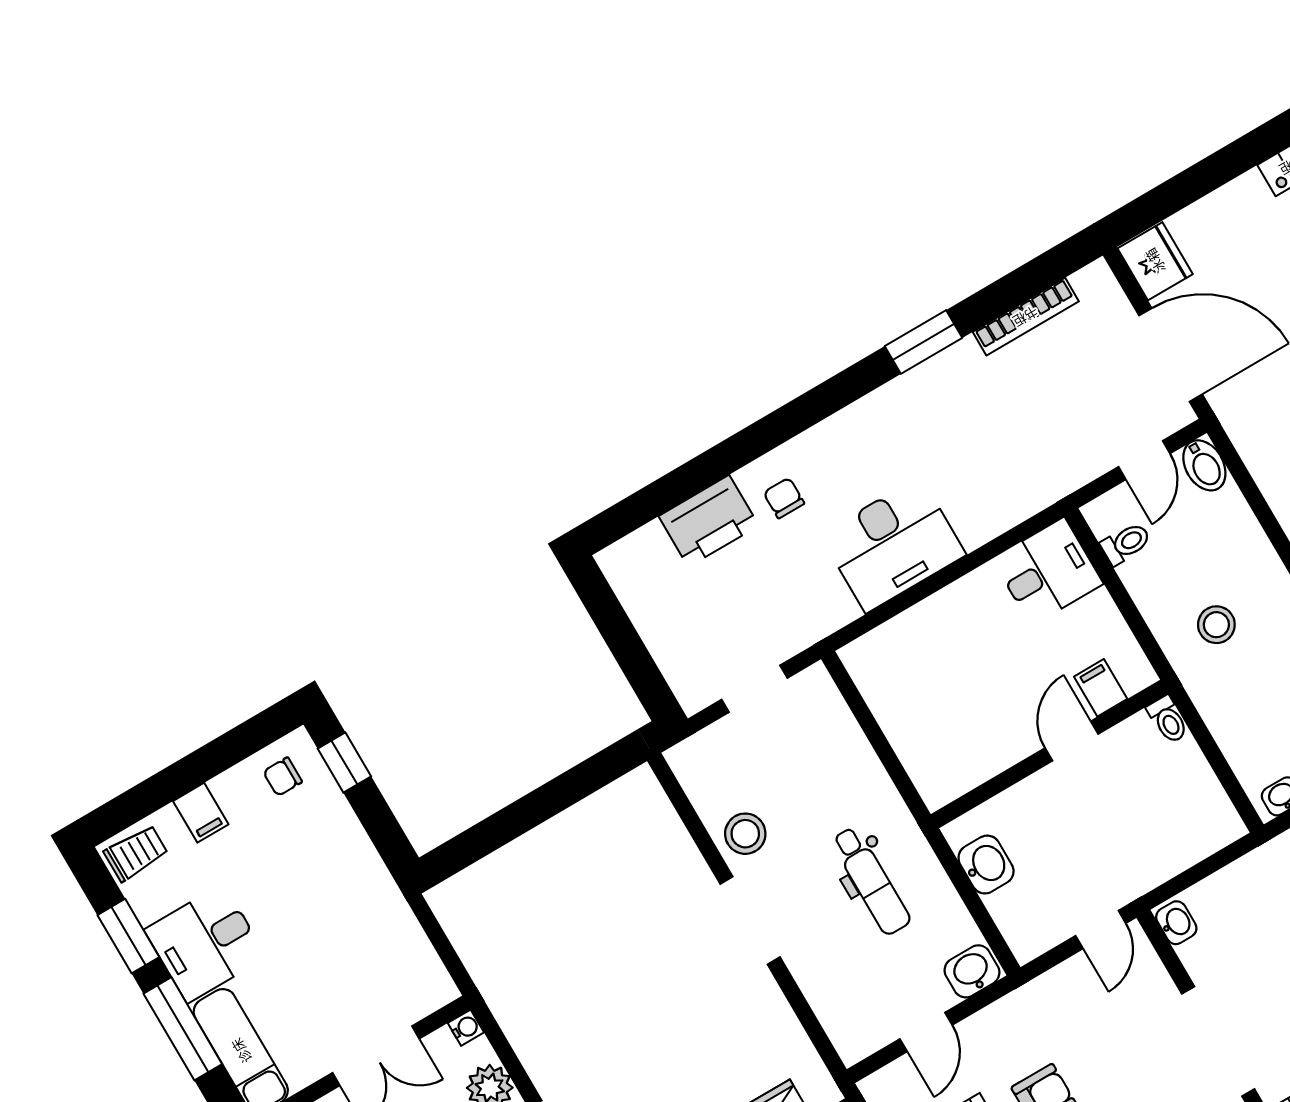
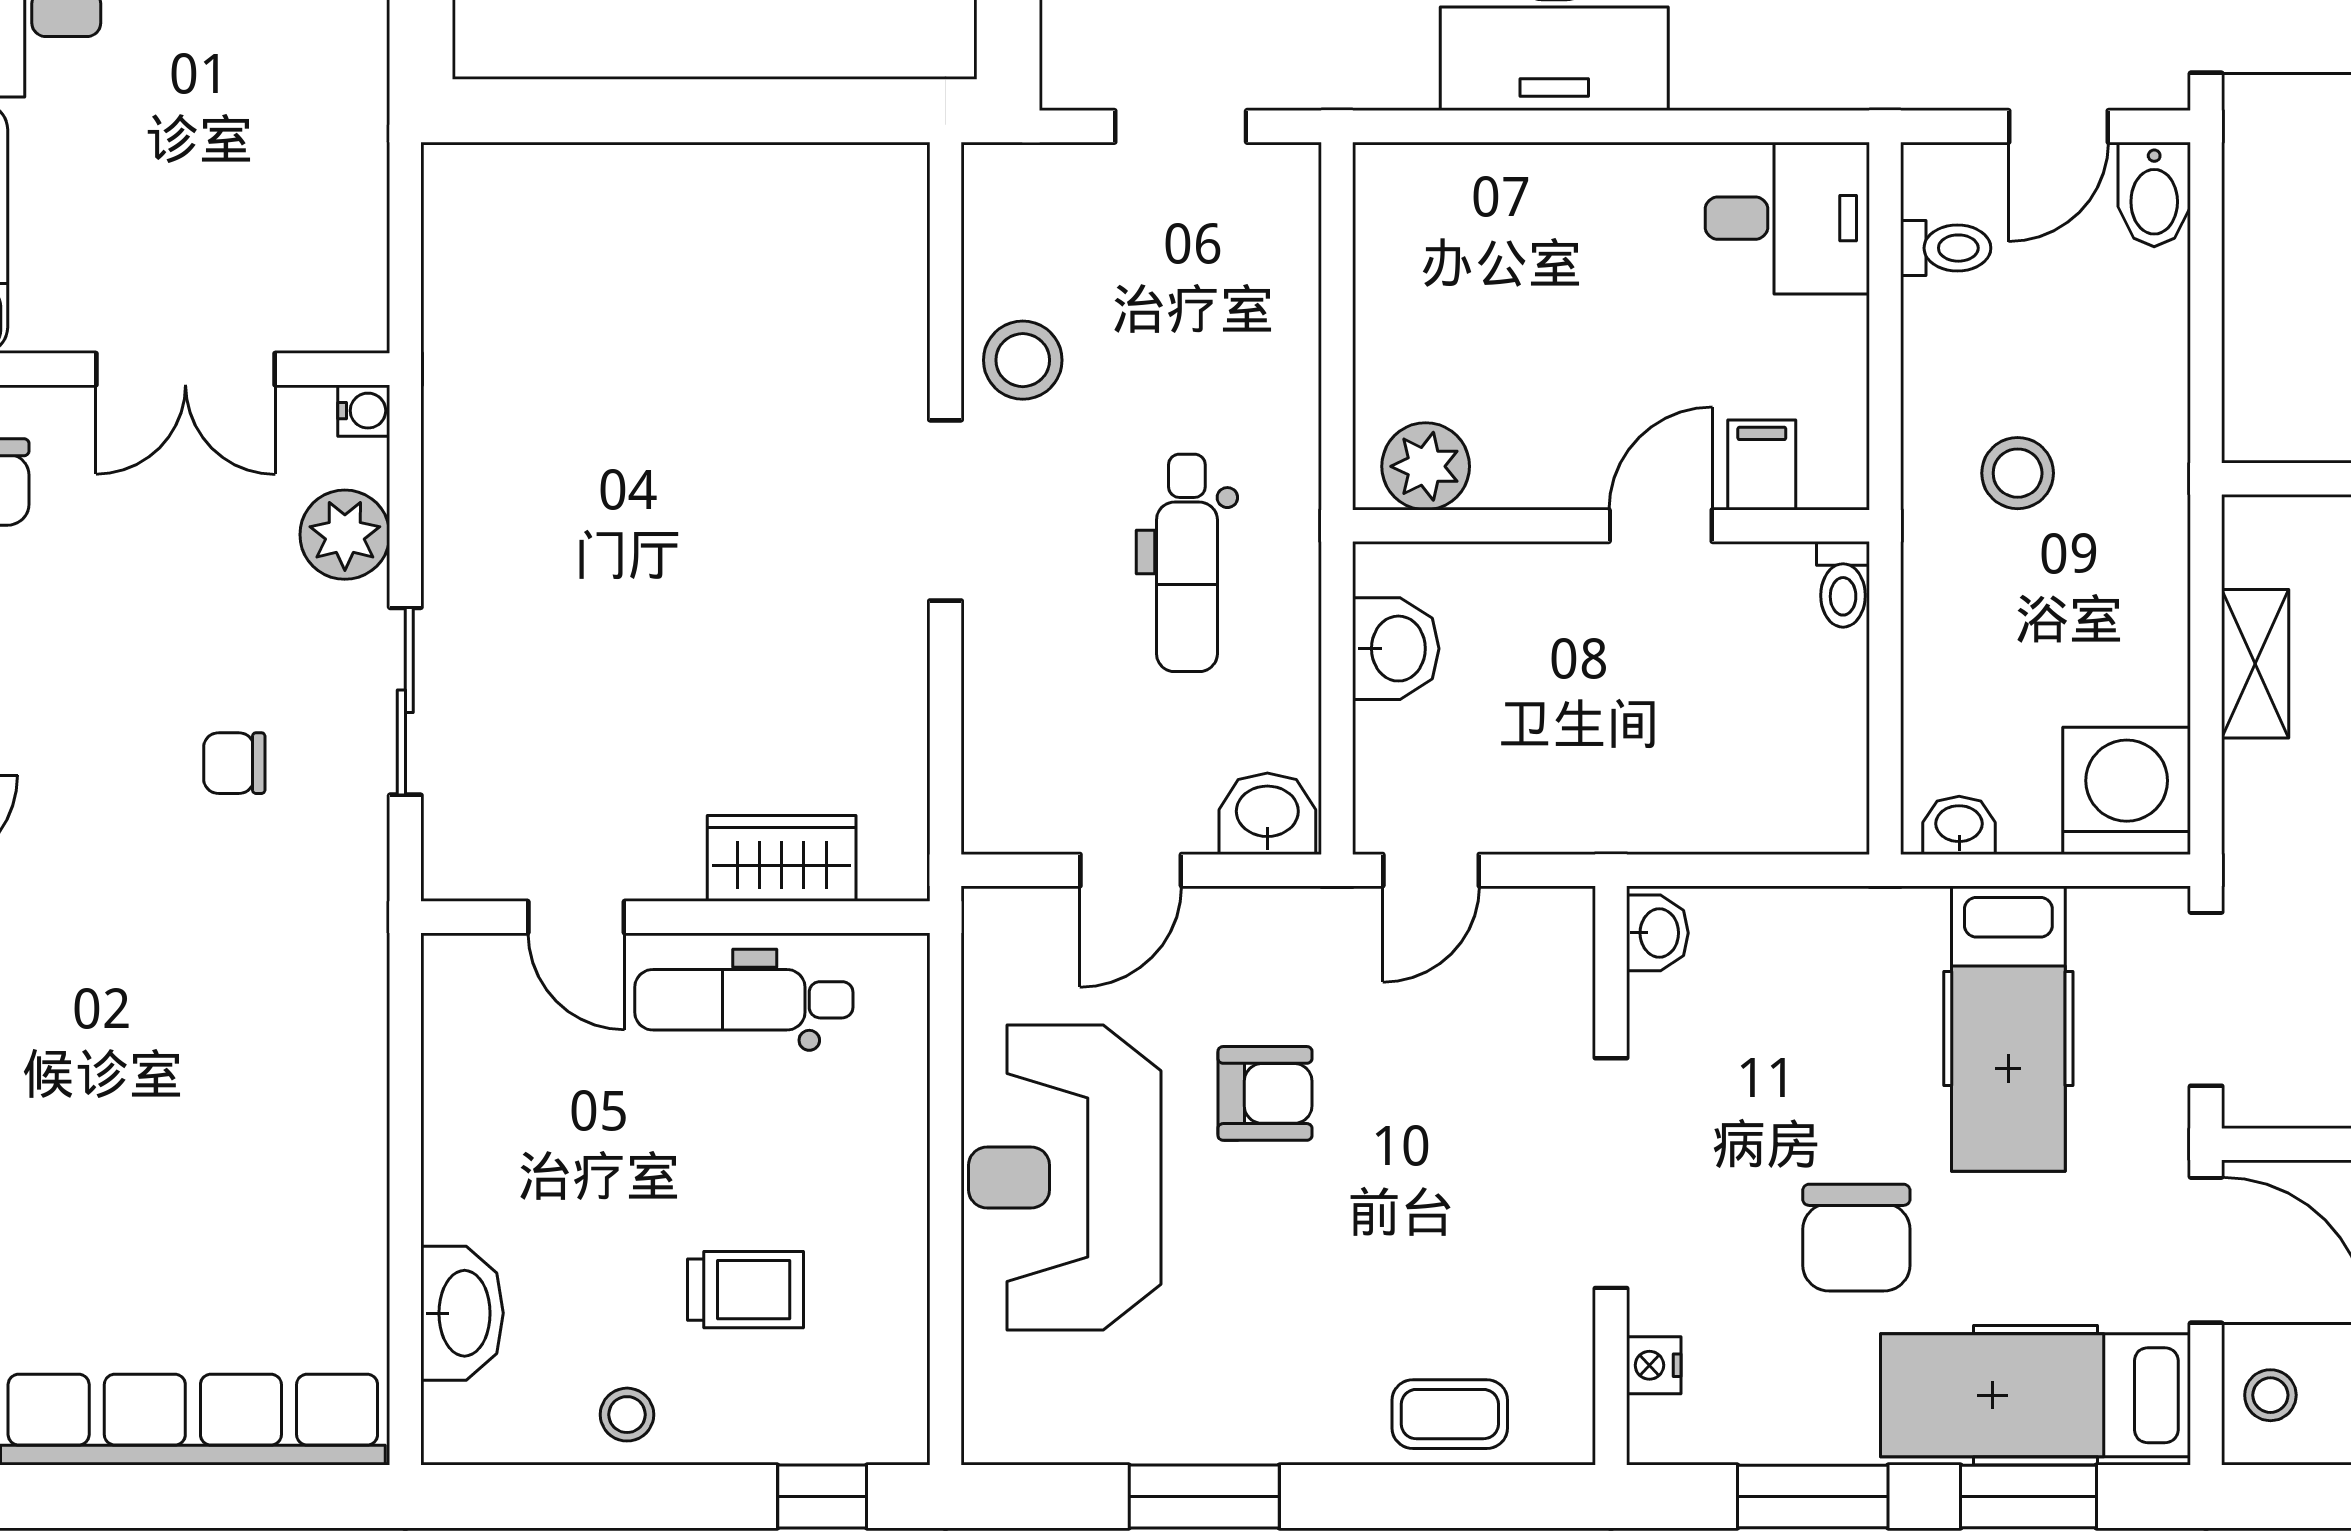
plant: (952, 776) -> (1426, 466), added
door: (1101, 930) -> (1431, 870), moved

